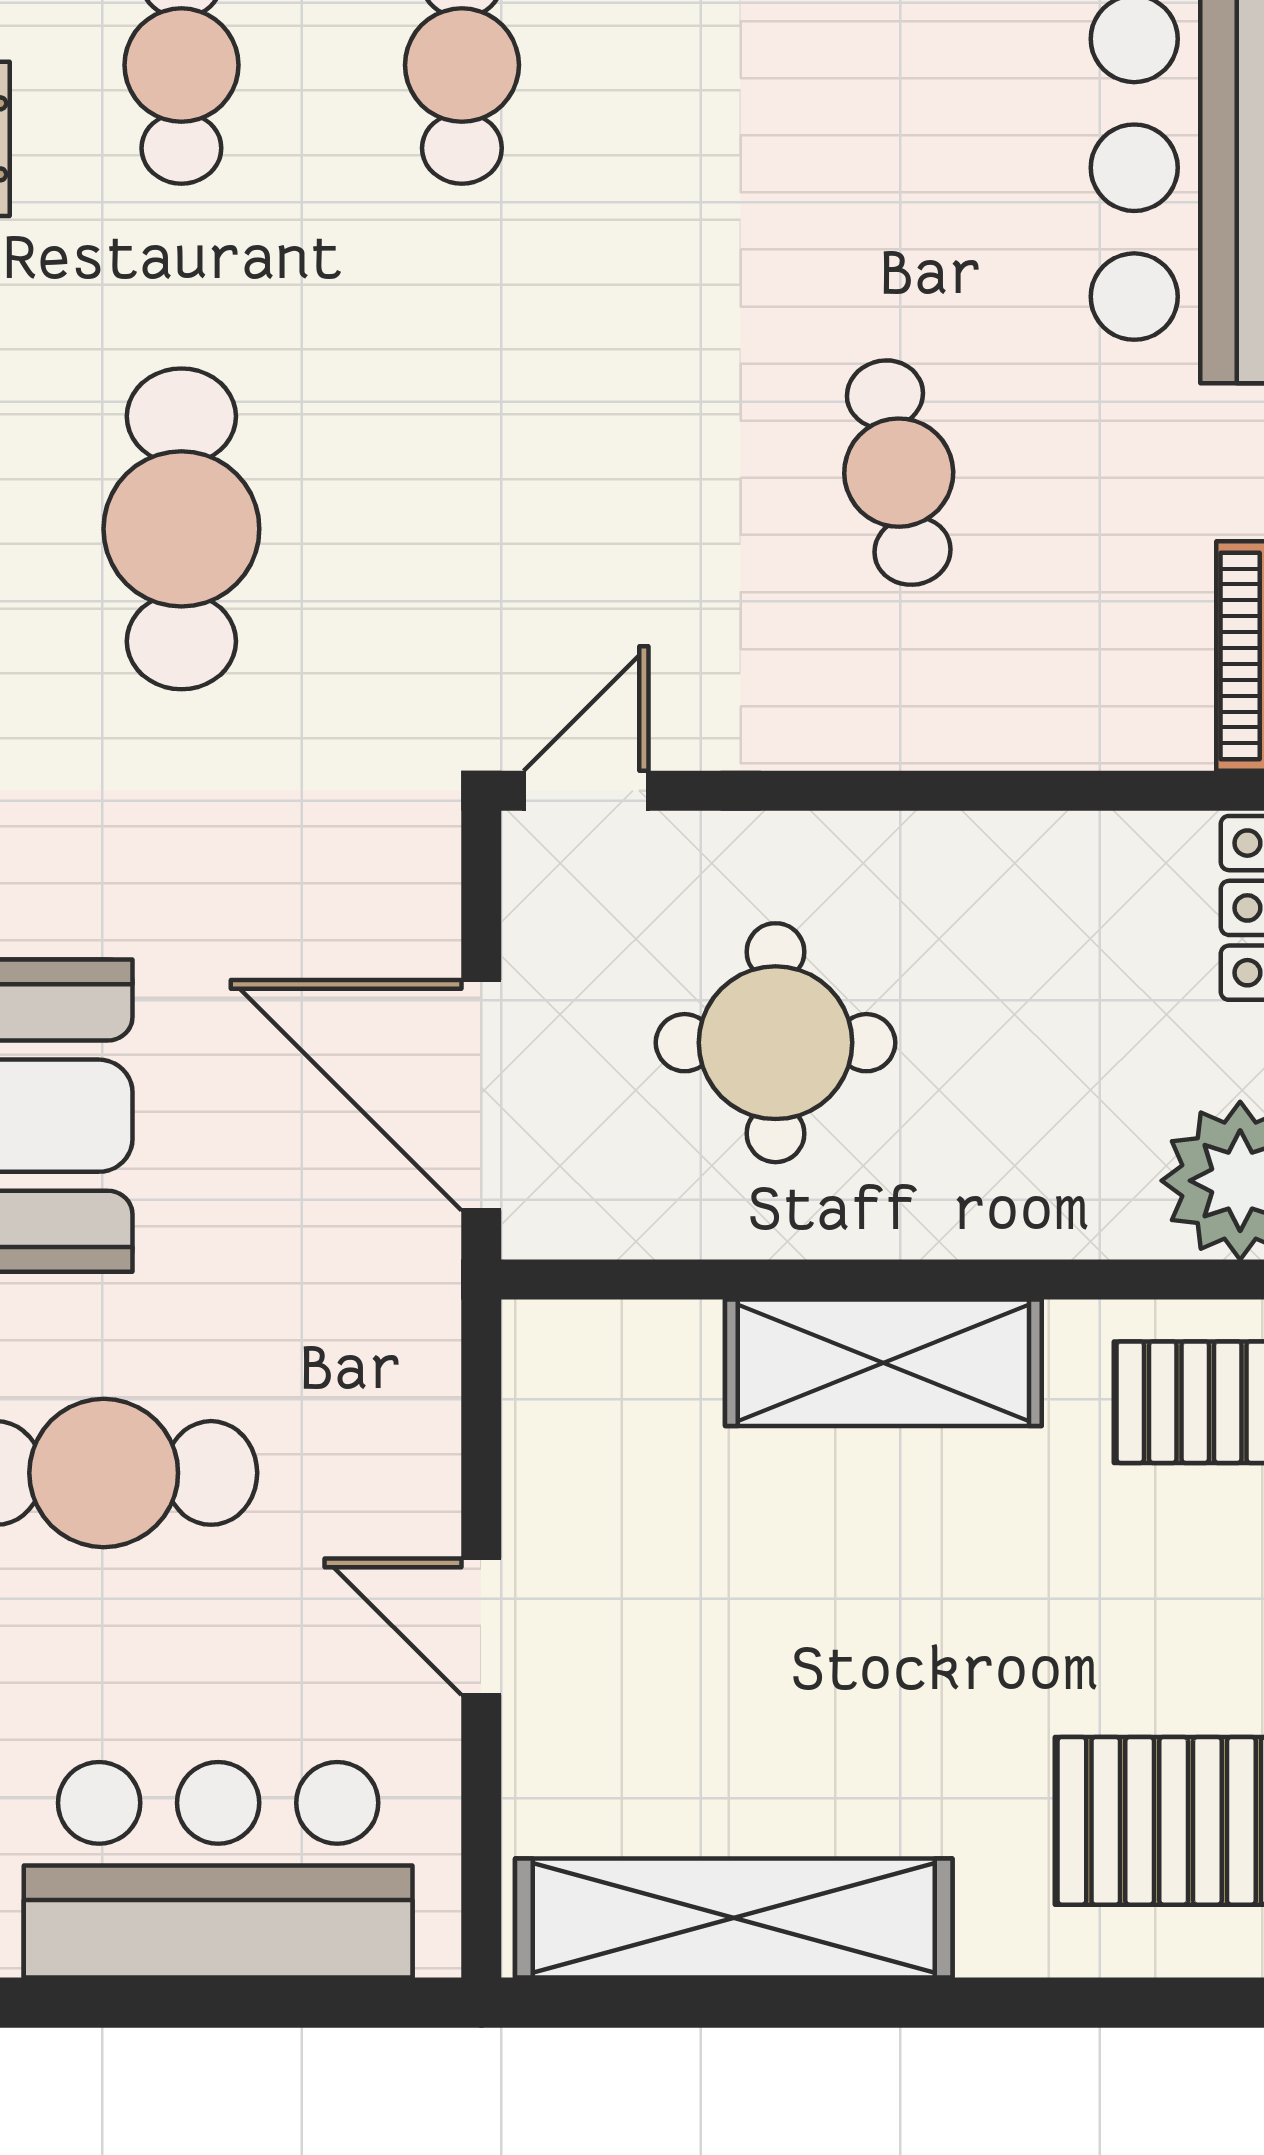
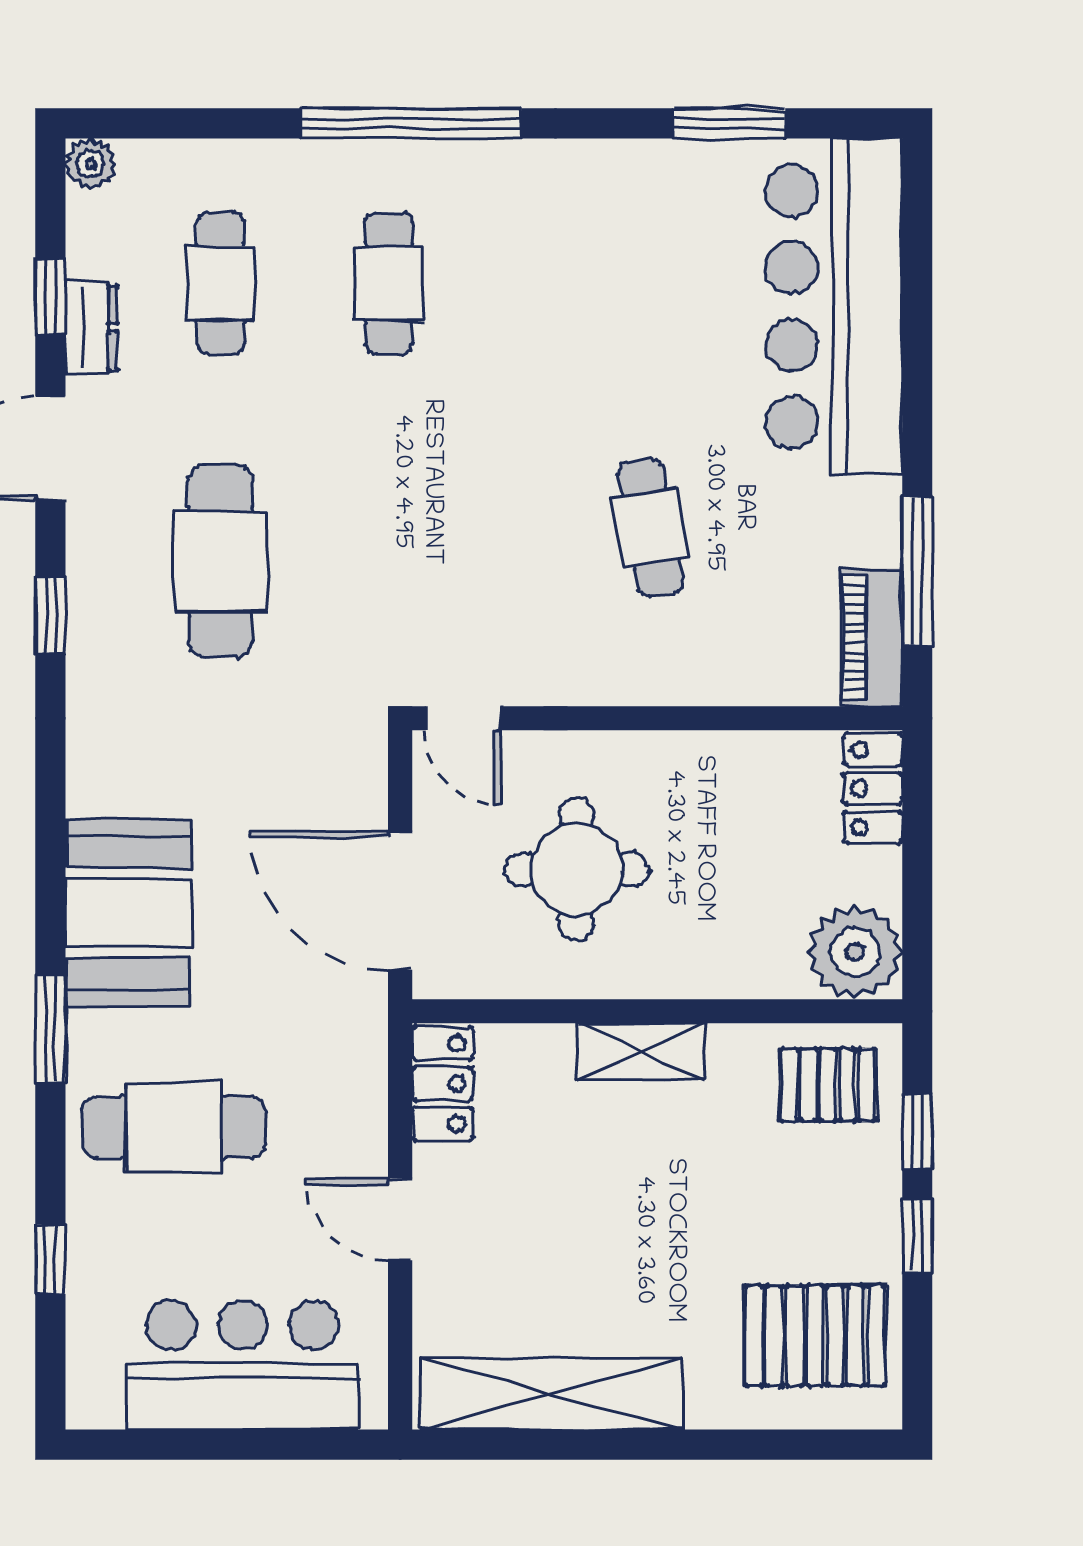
door: (586, 791) -> (463, 718), swing flipped
shelving: (883, 1363) -> (641, 1052), width x0.67, depth x0.75
locker: (552, 1400) -> (443, 1084), added

